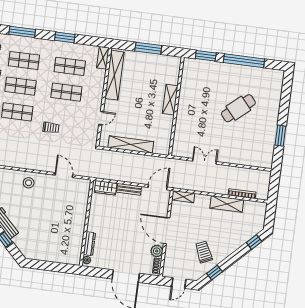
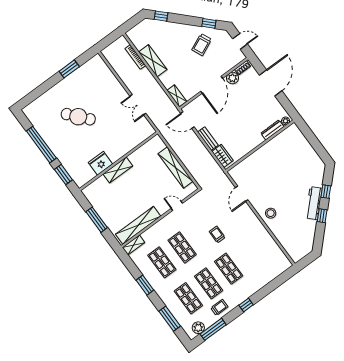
fridge: (188, 91) -> (100, 163), added

